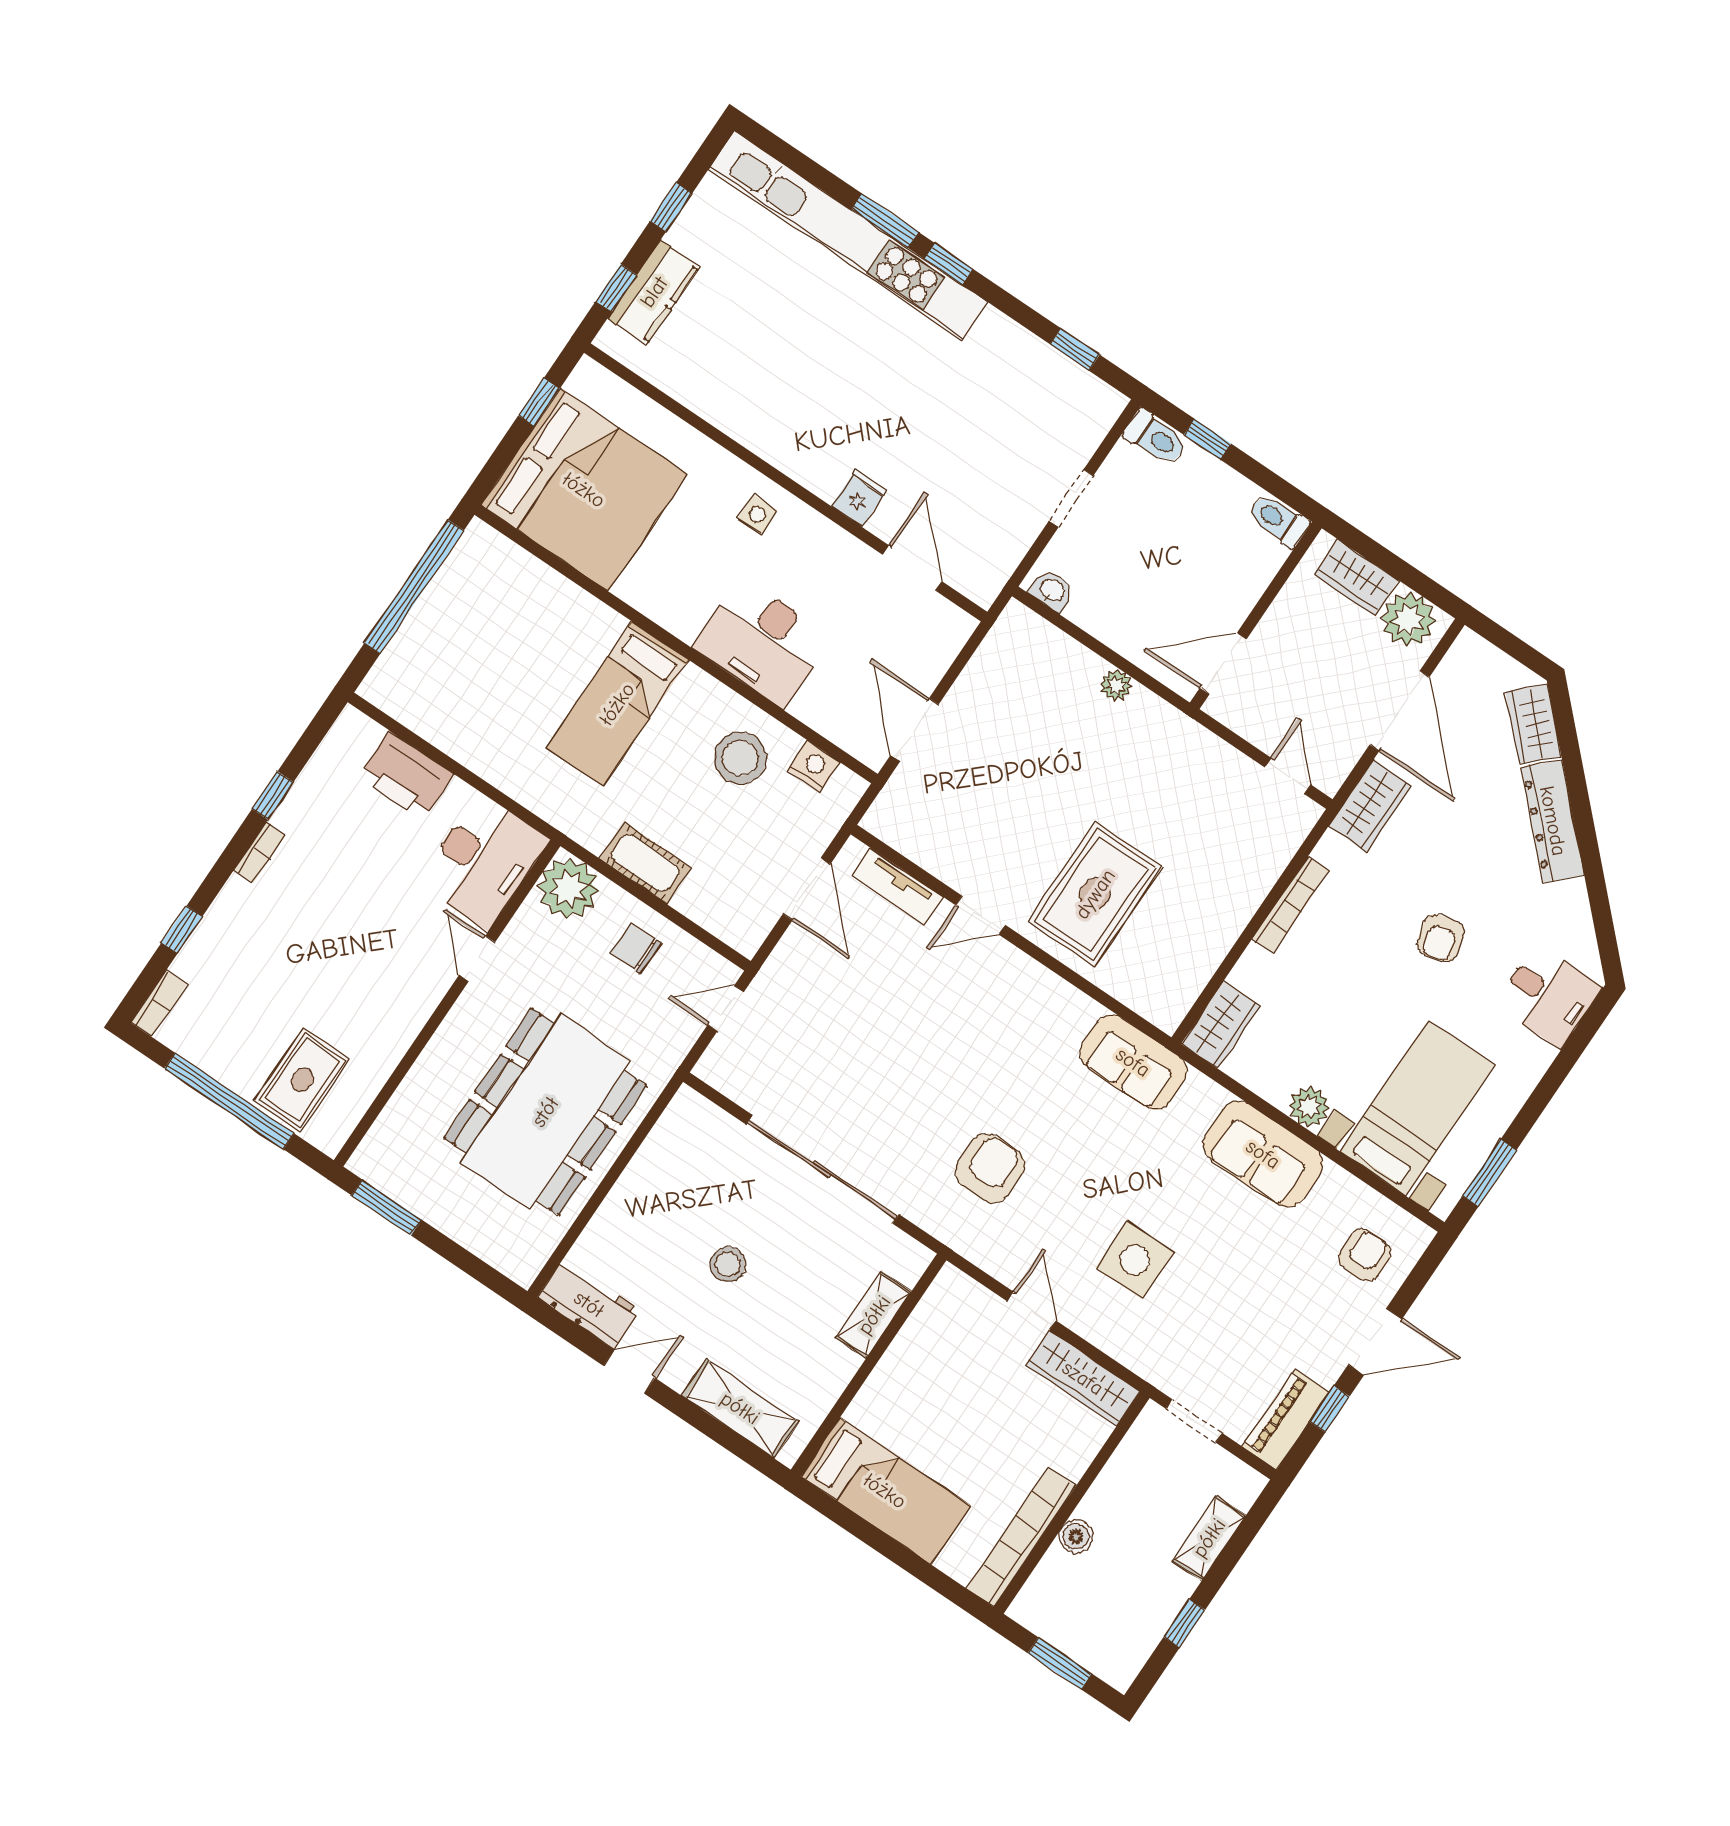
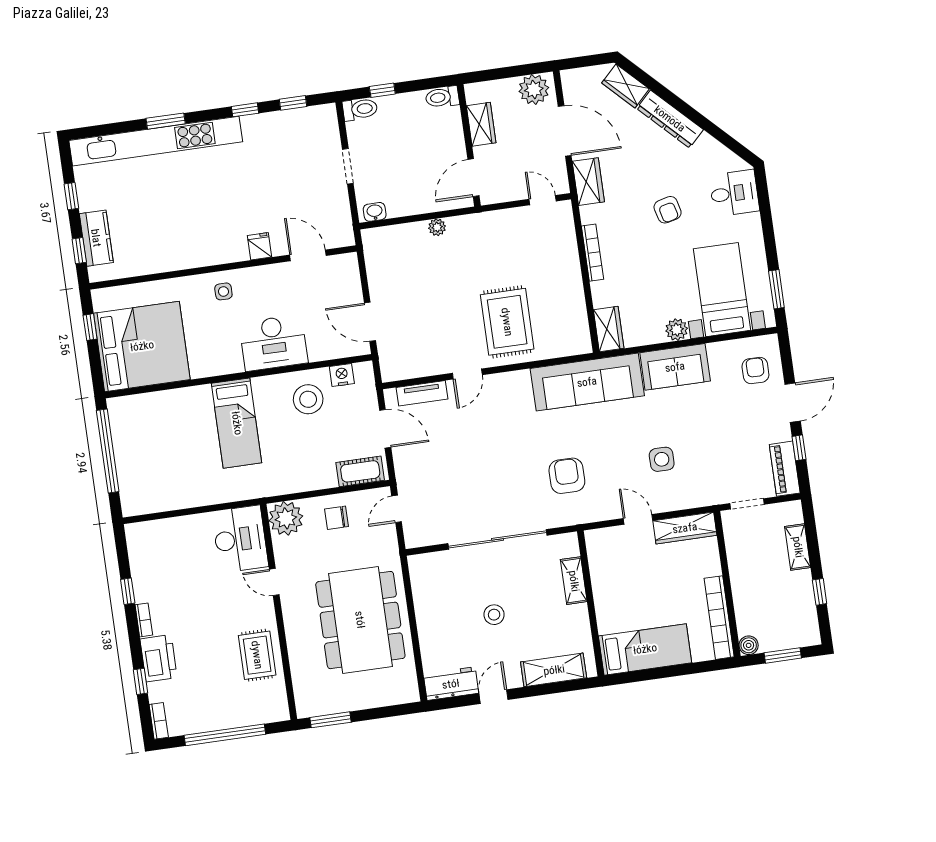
window: (949, 264) -> (245, 110), moved
wardrobe: (1356, 577) -> (481, 124), moved, turned -90
printer: (406, 775) -> (159, 658), moved, turned -90
cot: (645, 863) -> (360, 471), moved
sofa: (1133, 1062) -> (587, 382), width x1.85, depth x1.27
rug: (302, 1080) -> (257, 655), moved
side table: (1135, 1260) -> (662, 459), width x0.73, depth x0.73
boiler: (1076, 1536) -> (749, 645), moved

